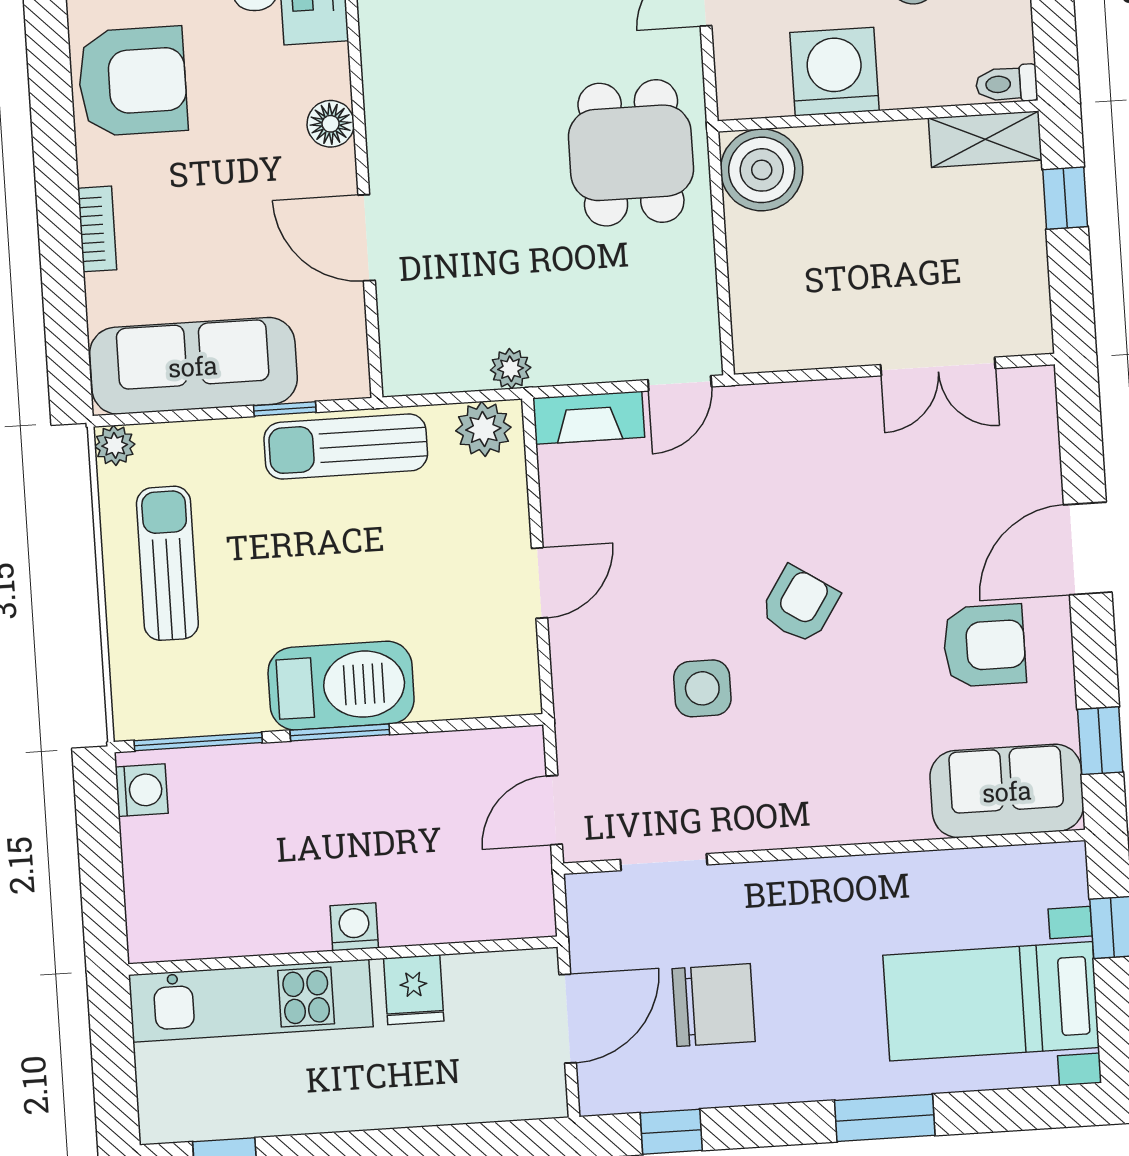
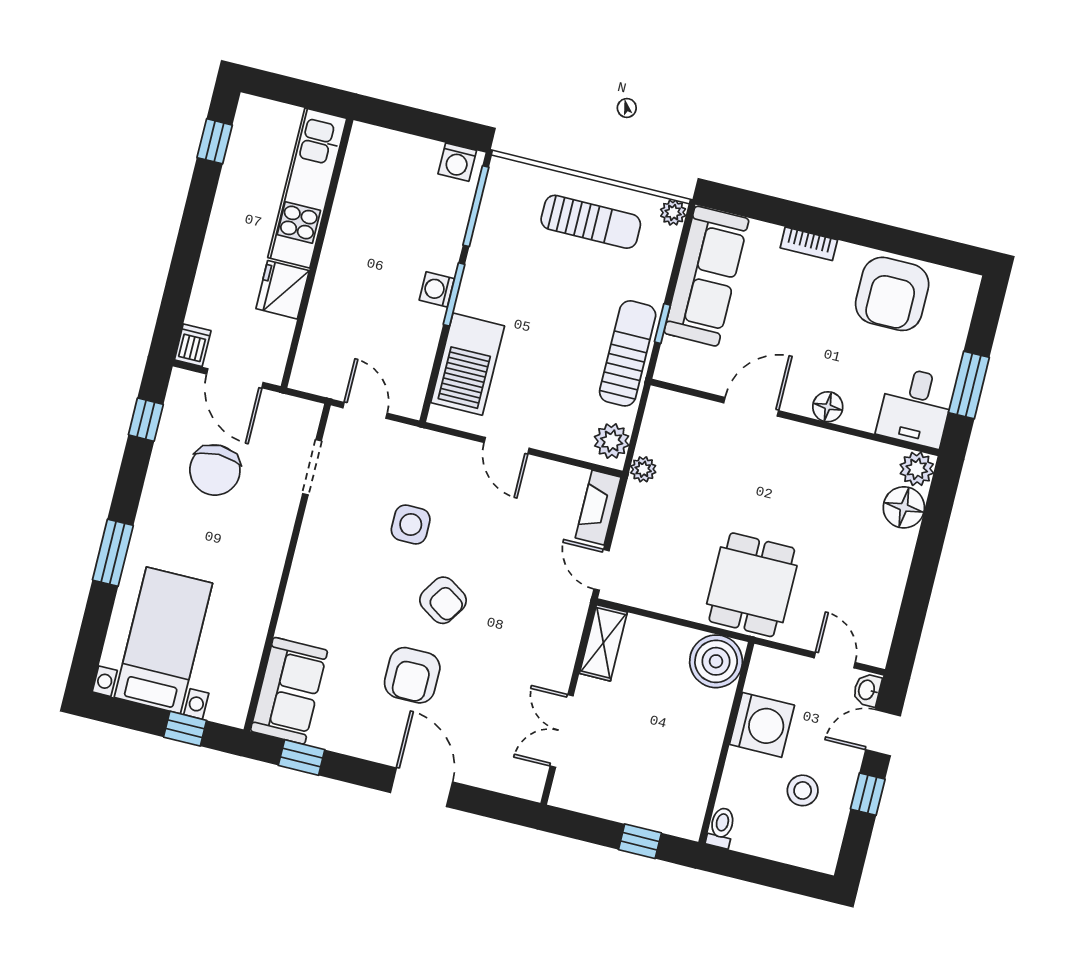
shelving: (985, 139) -> (603, 643), moved
dining table: (631, 153) -> (752, 585), turned 90
armchair: (984, 646) -> (412, 675), moved
barbecue: (341, 686) -> (468, 364), moved
washing machine: (354, 927) -> (437, 289), moved, turned 180
fridge: (414, 990) -> (283, 290), width x1.38
dishwasher: (539, 1097) -> (193, 345), added

